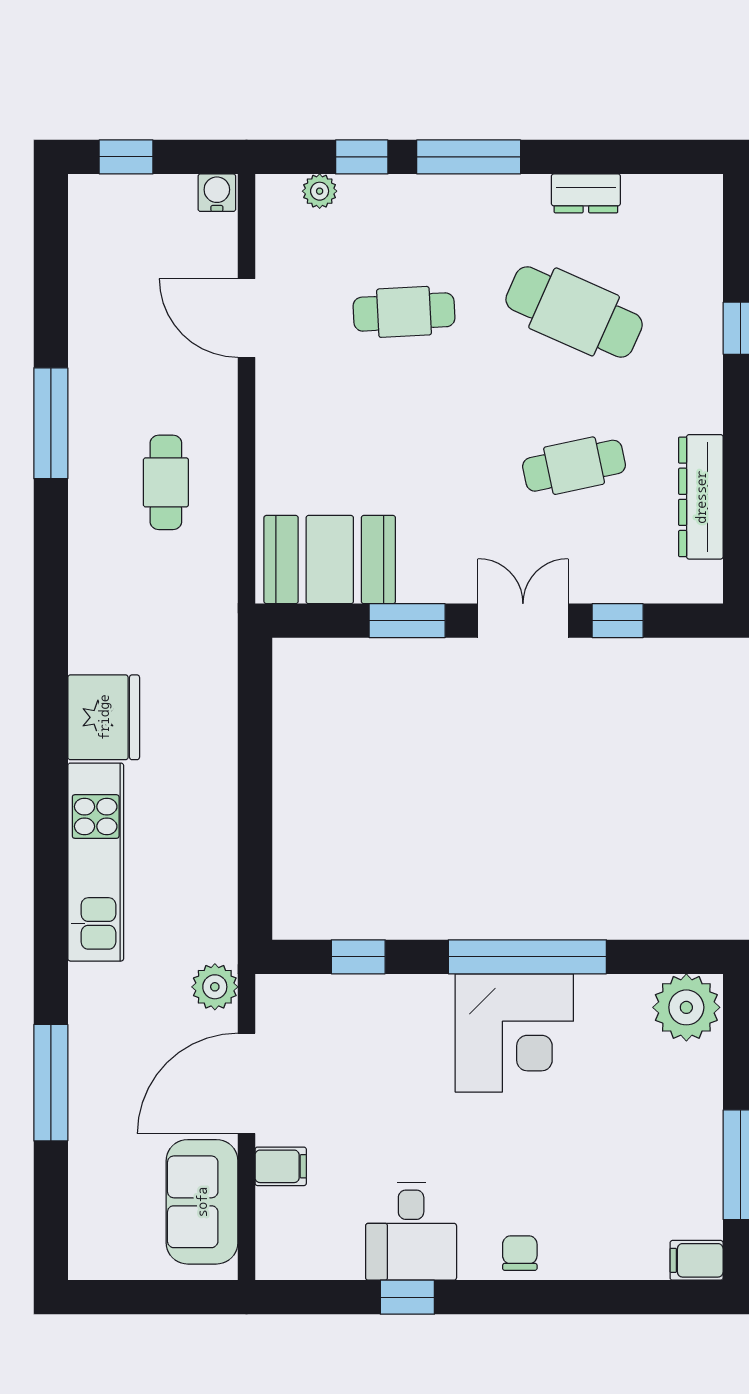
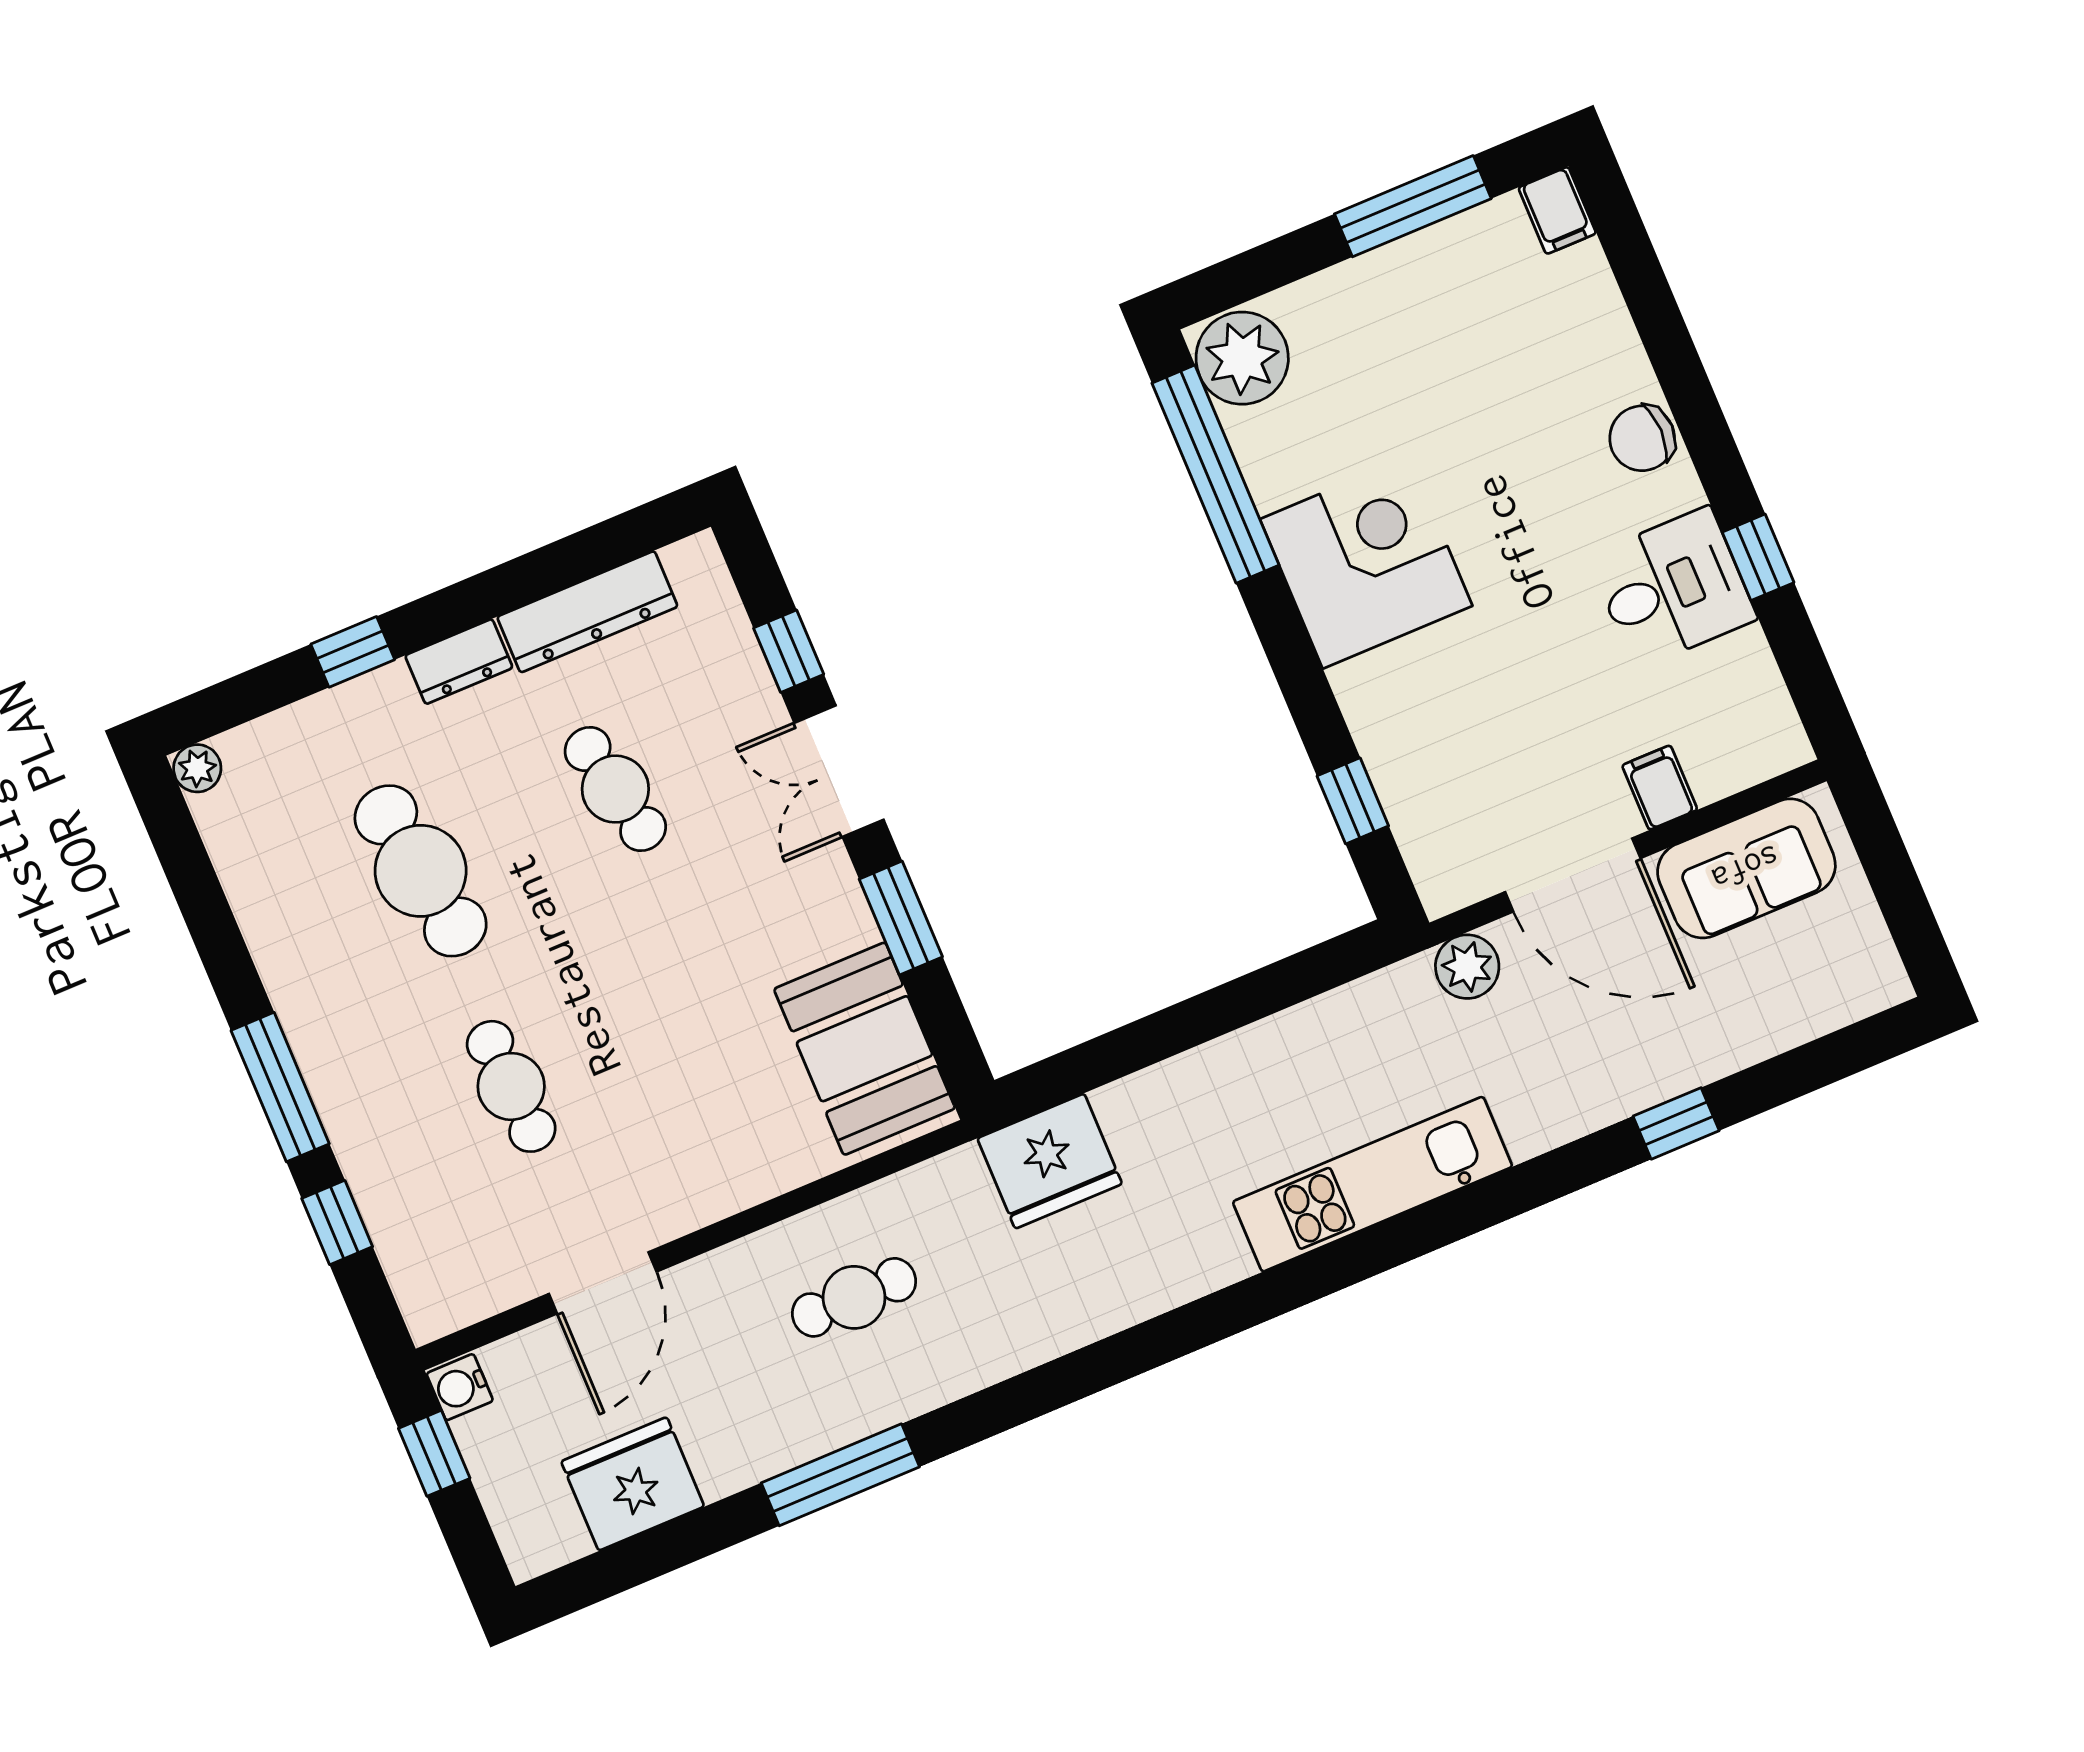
window: (126, 157) -> (434, 1453), moved
plant: (320, 191) -> (197, 768), moved
dresser: (586, 193) -> (459, 662), moved, turned 90
fridge: (103, 281) -> (633, 1484), added
cafe table: (574, 312) -> (421, 871), turned -33
fridge: (104, 717) -> (1050, 1161), moved, turned 180
window: (527, 957) -> (1215, 474), moved
window: (51, 1083) -> (1676, 1123), width x0.46
chair: (520, 1253) -> (1642, 438), width x1.37, depth x1.37

